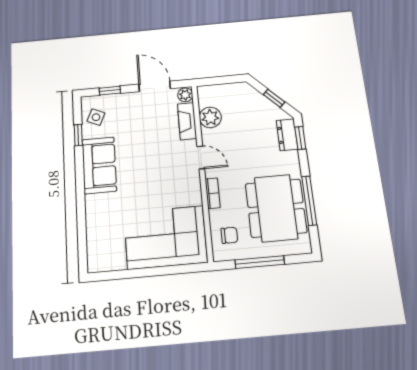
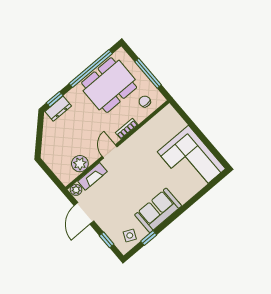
window: (274, 98) -> (40, 133), removed
window: (309, 201) -> (91, 68), width x1.46
corner sofa: (165, 237) -> (191, 160), moved

